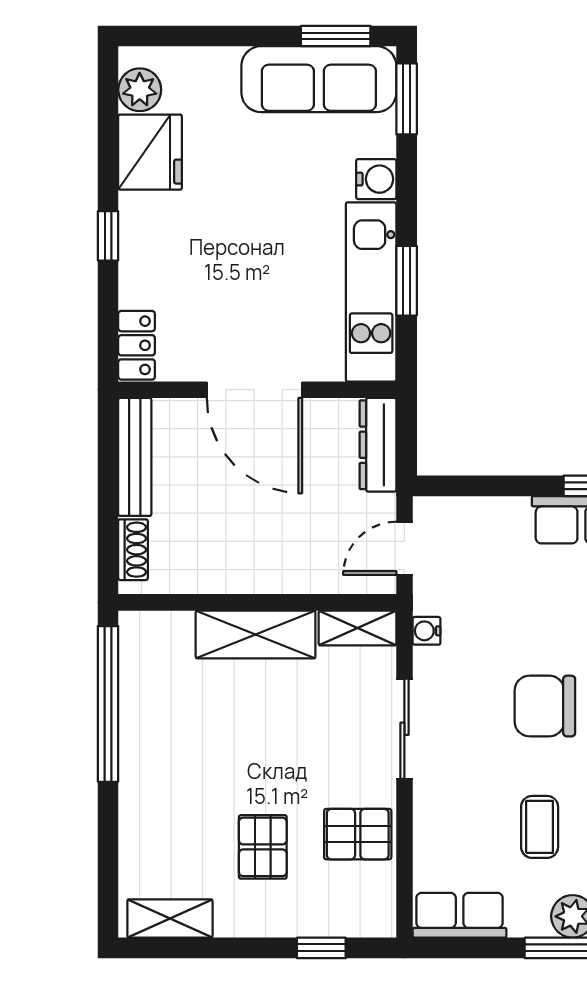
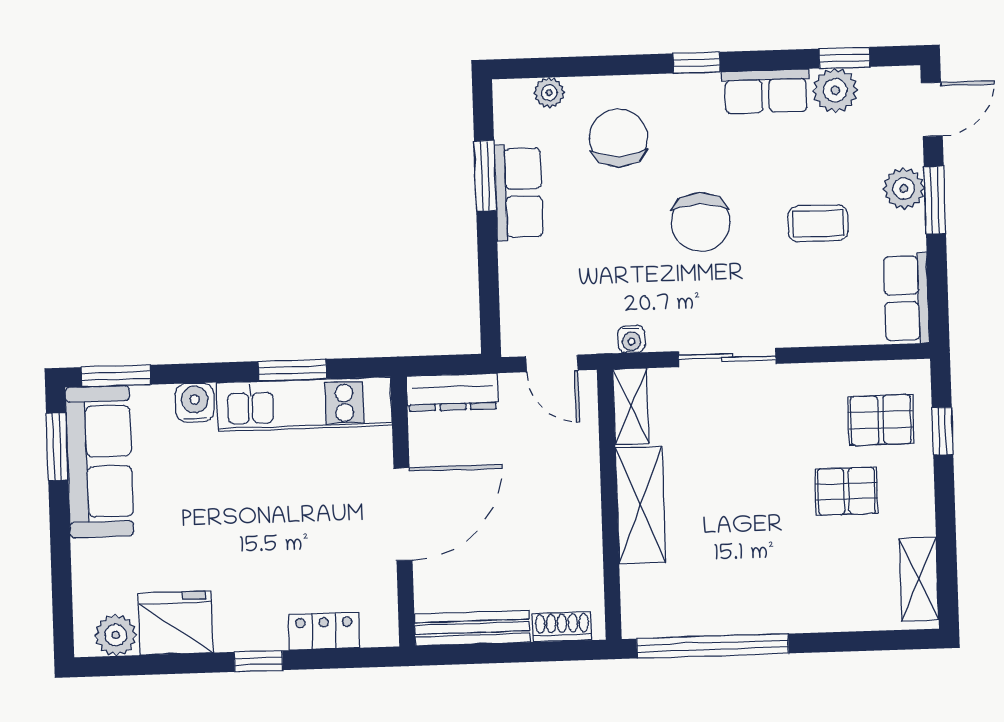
locker: (137, 345) -> (324, 631), moved
pallet: (358, 834) -> (881, 420), moved, turned 90

